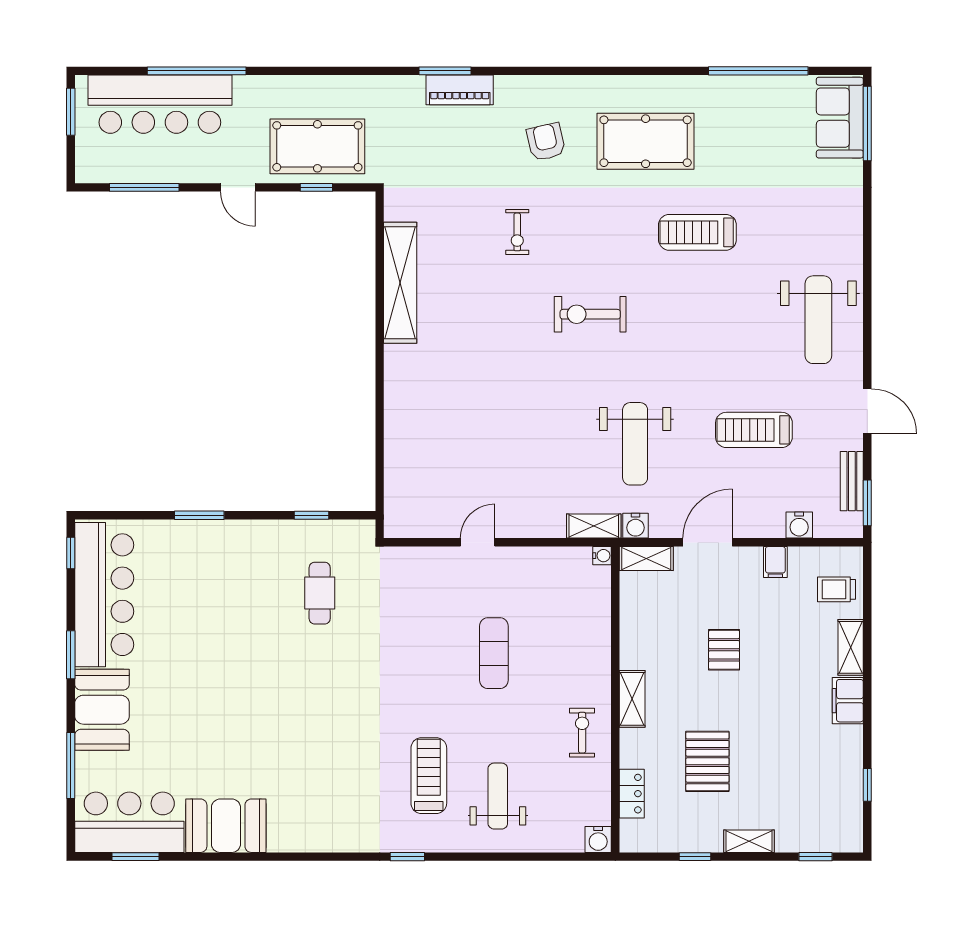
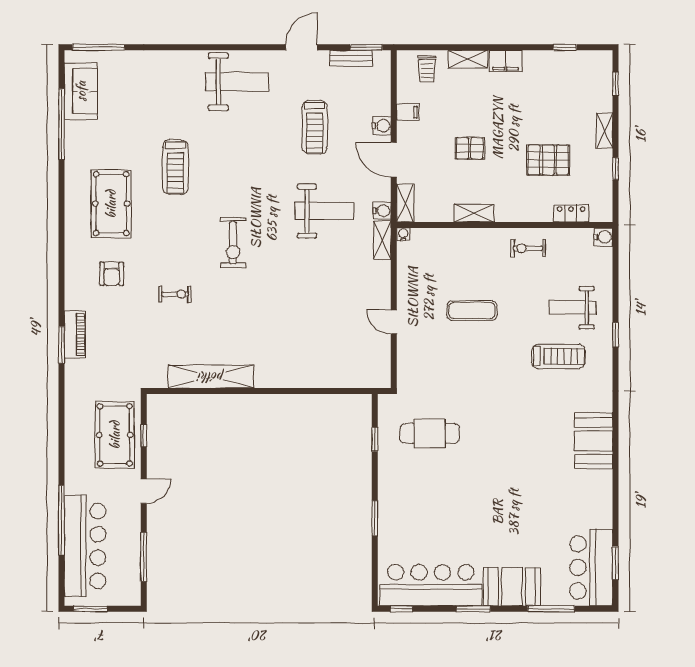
sofa: (840, 118) -> (81, 91), moved, turned -90
armchair: (546, 142) -> (112, 274), turned -77
water cooler: (799, 525) -> (382, 126), moved
cafe table: (320, 593) -> (430, 433), width x1.37, depth x1.35
shelving: (632, 699) -> (474, 213), moved
treadmill: (429, 776) -> (558, 356), turned 180
booth: (226, 826) -> (594, 441), moved
window: (407, 857) -> (615, 335), moved

